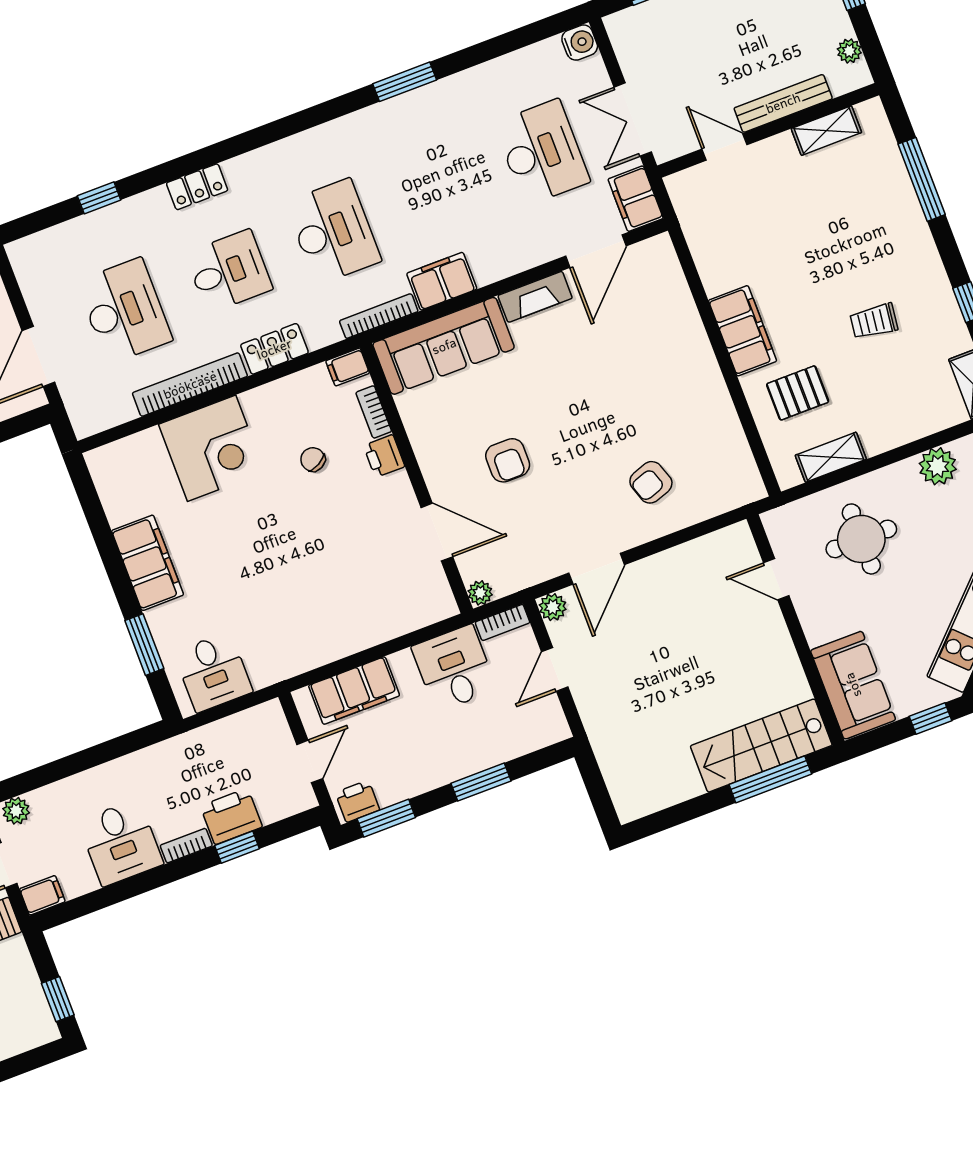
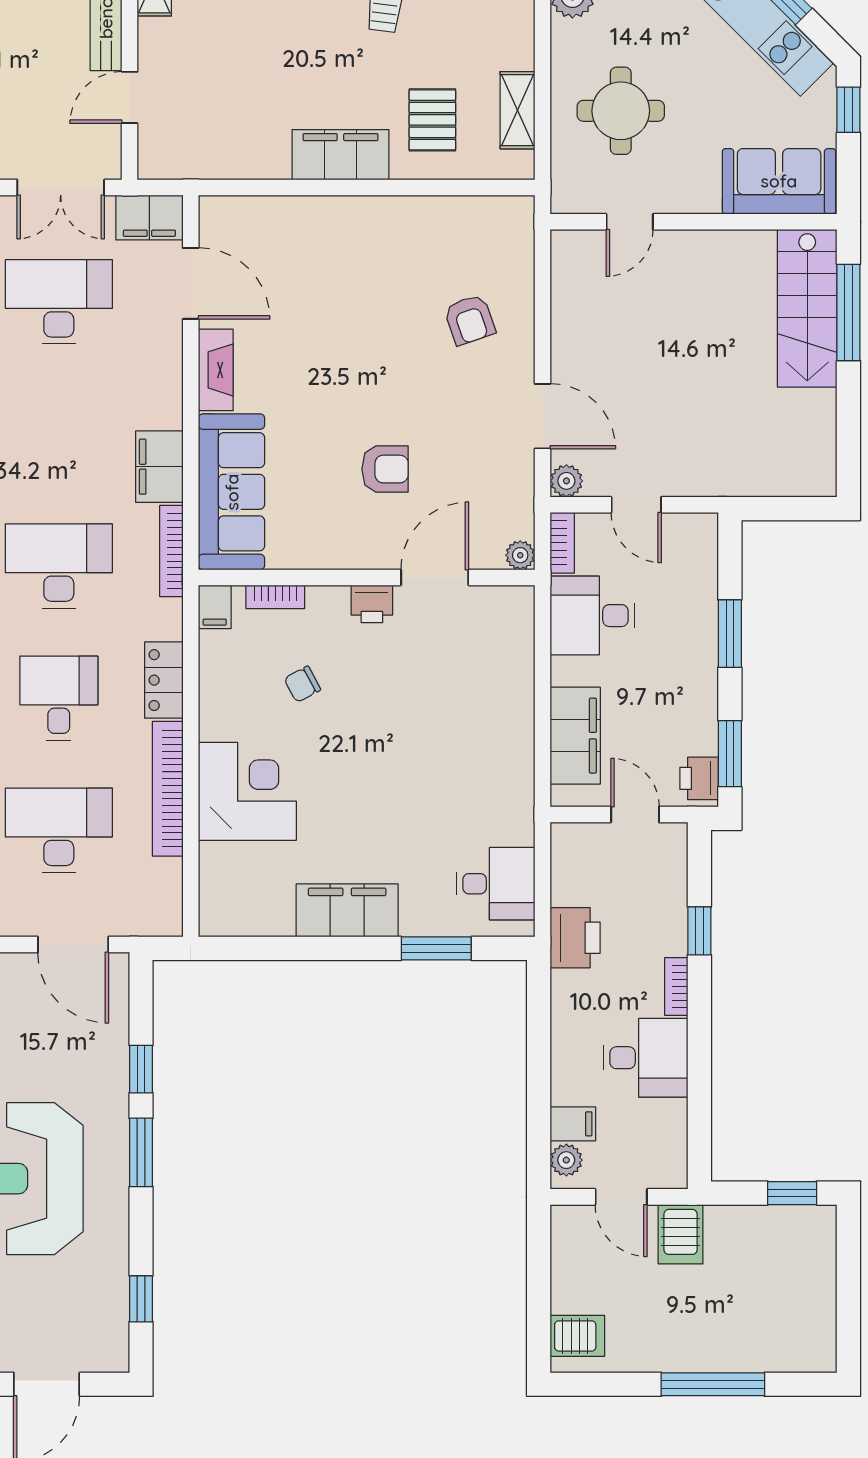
printer: (384, 456) -> (372, 604), moved
printer: (231, 816) -> (575, 938), moved, turned 180
filing cabinet: (42, 895) -> (573, 1124), moved, turned 90

